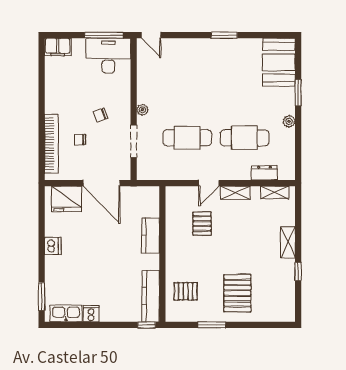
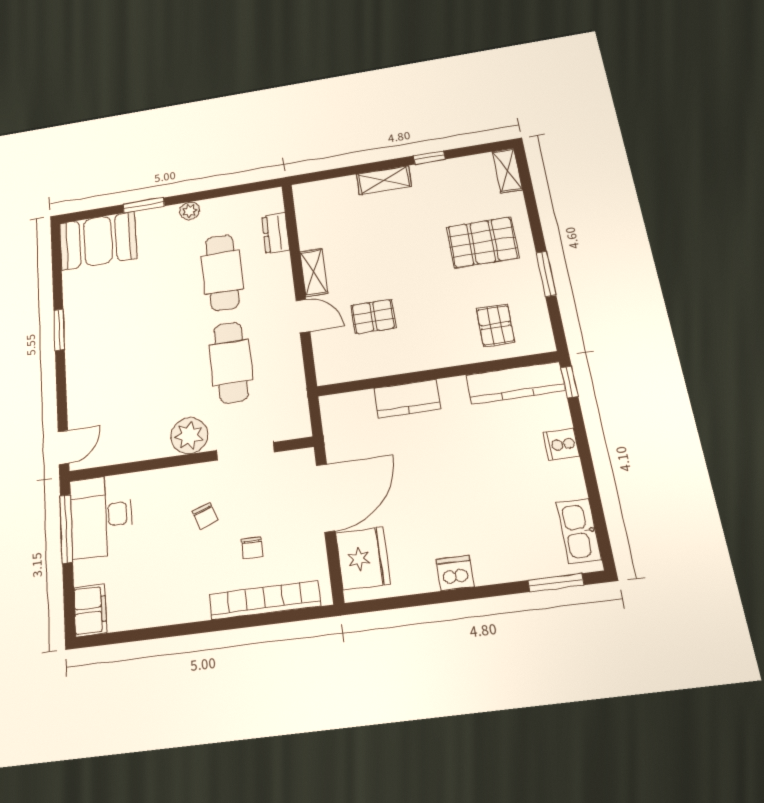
plant: (142, 110) -> (189, 436), width x1.88, depth x1.88
shelving: (275, 192) -> (507, 170), moved
cooker: (91, 314) -> (561, 444), moved

